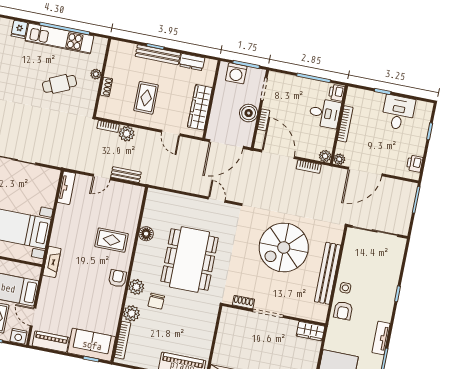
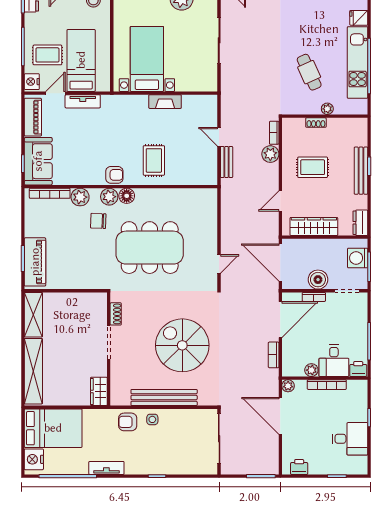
dresser: (192, 62) -> (360, 223), moved
plant: (325, 156) -> (311, 370), moved
tv unit: (66, 188) -> (83, 101), moved
floor lamp: (146, 234) -> (127, 196), moved
fireplace: (52, 262) -> (165, 102), moved

